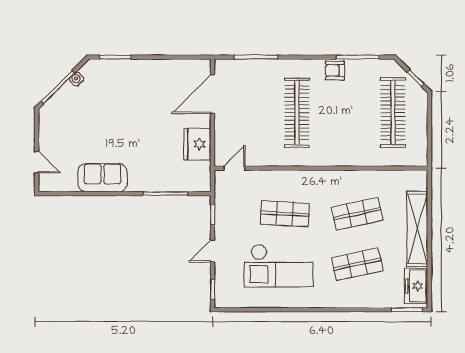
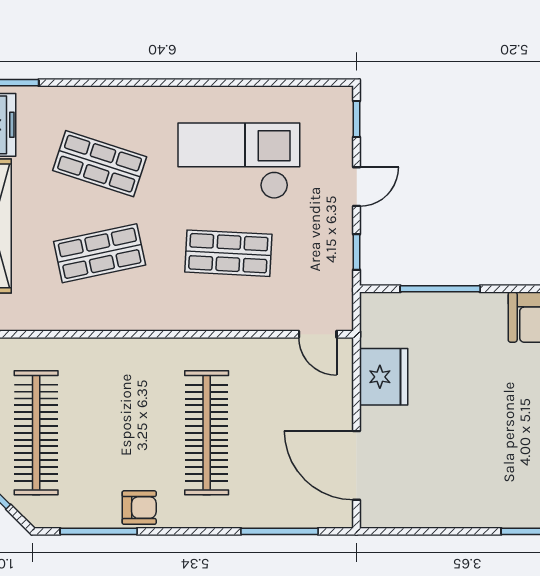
door: (213, 94) -> (357, 465), swing flipped
door: (234, 168) -> (318, 334), hinge flipped
shop shelf: (357, 264) -> (100, 164), turned 30

